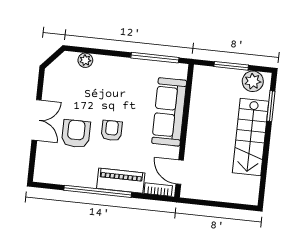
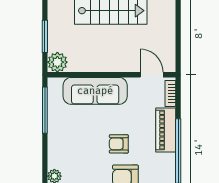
plant: (253, 81) -> (57, 62), moved
door: (180, 172) -> (152, 75), swing flipped

